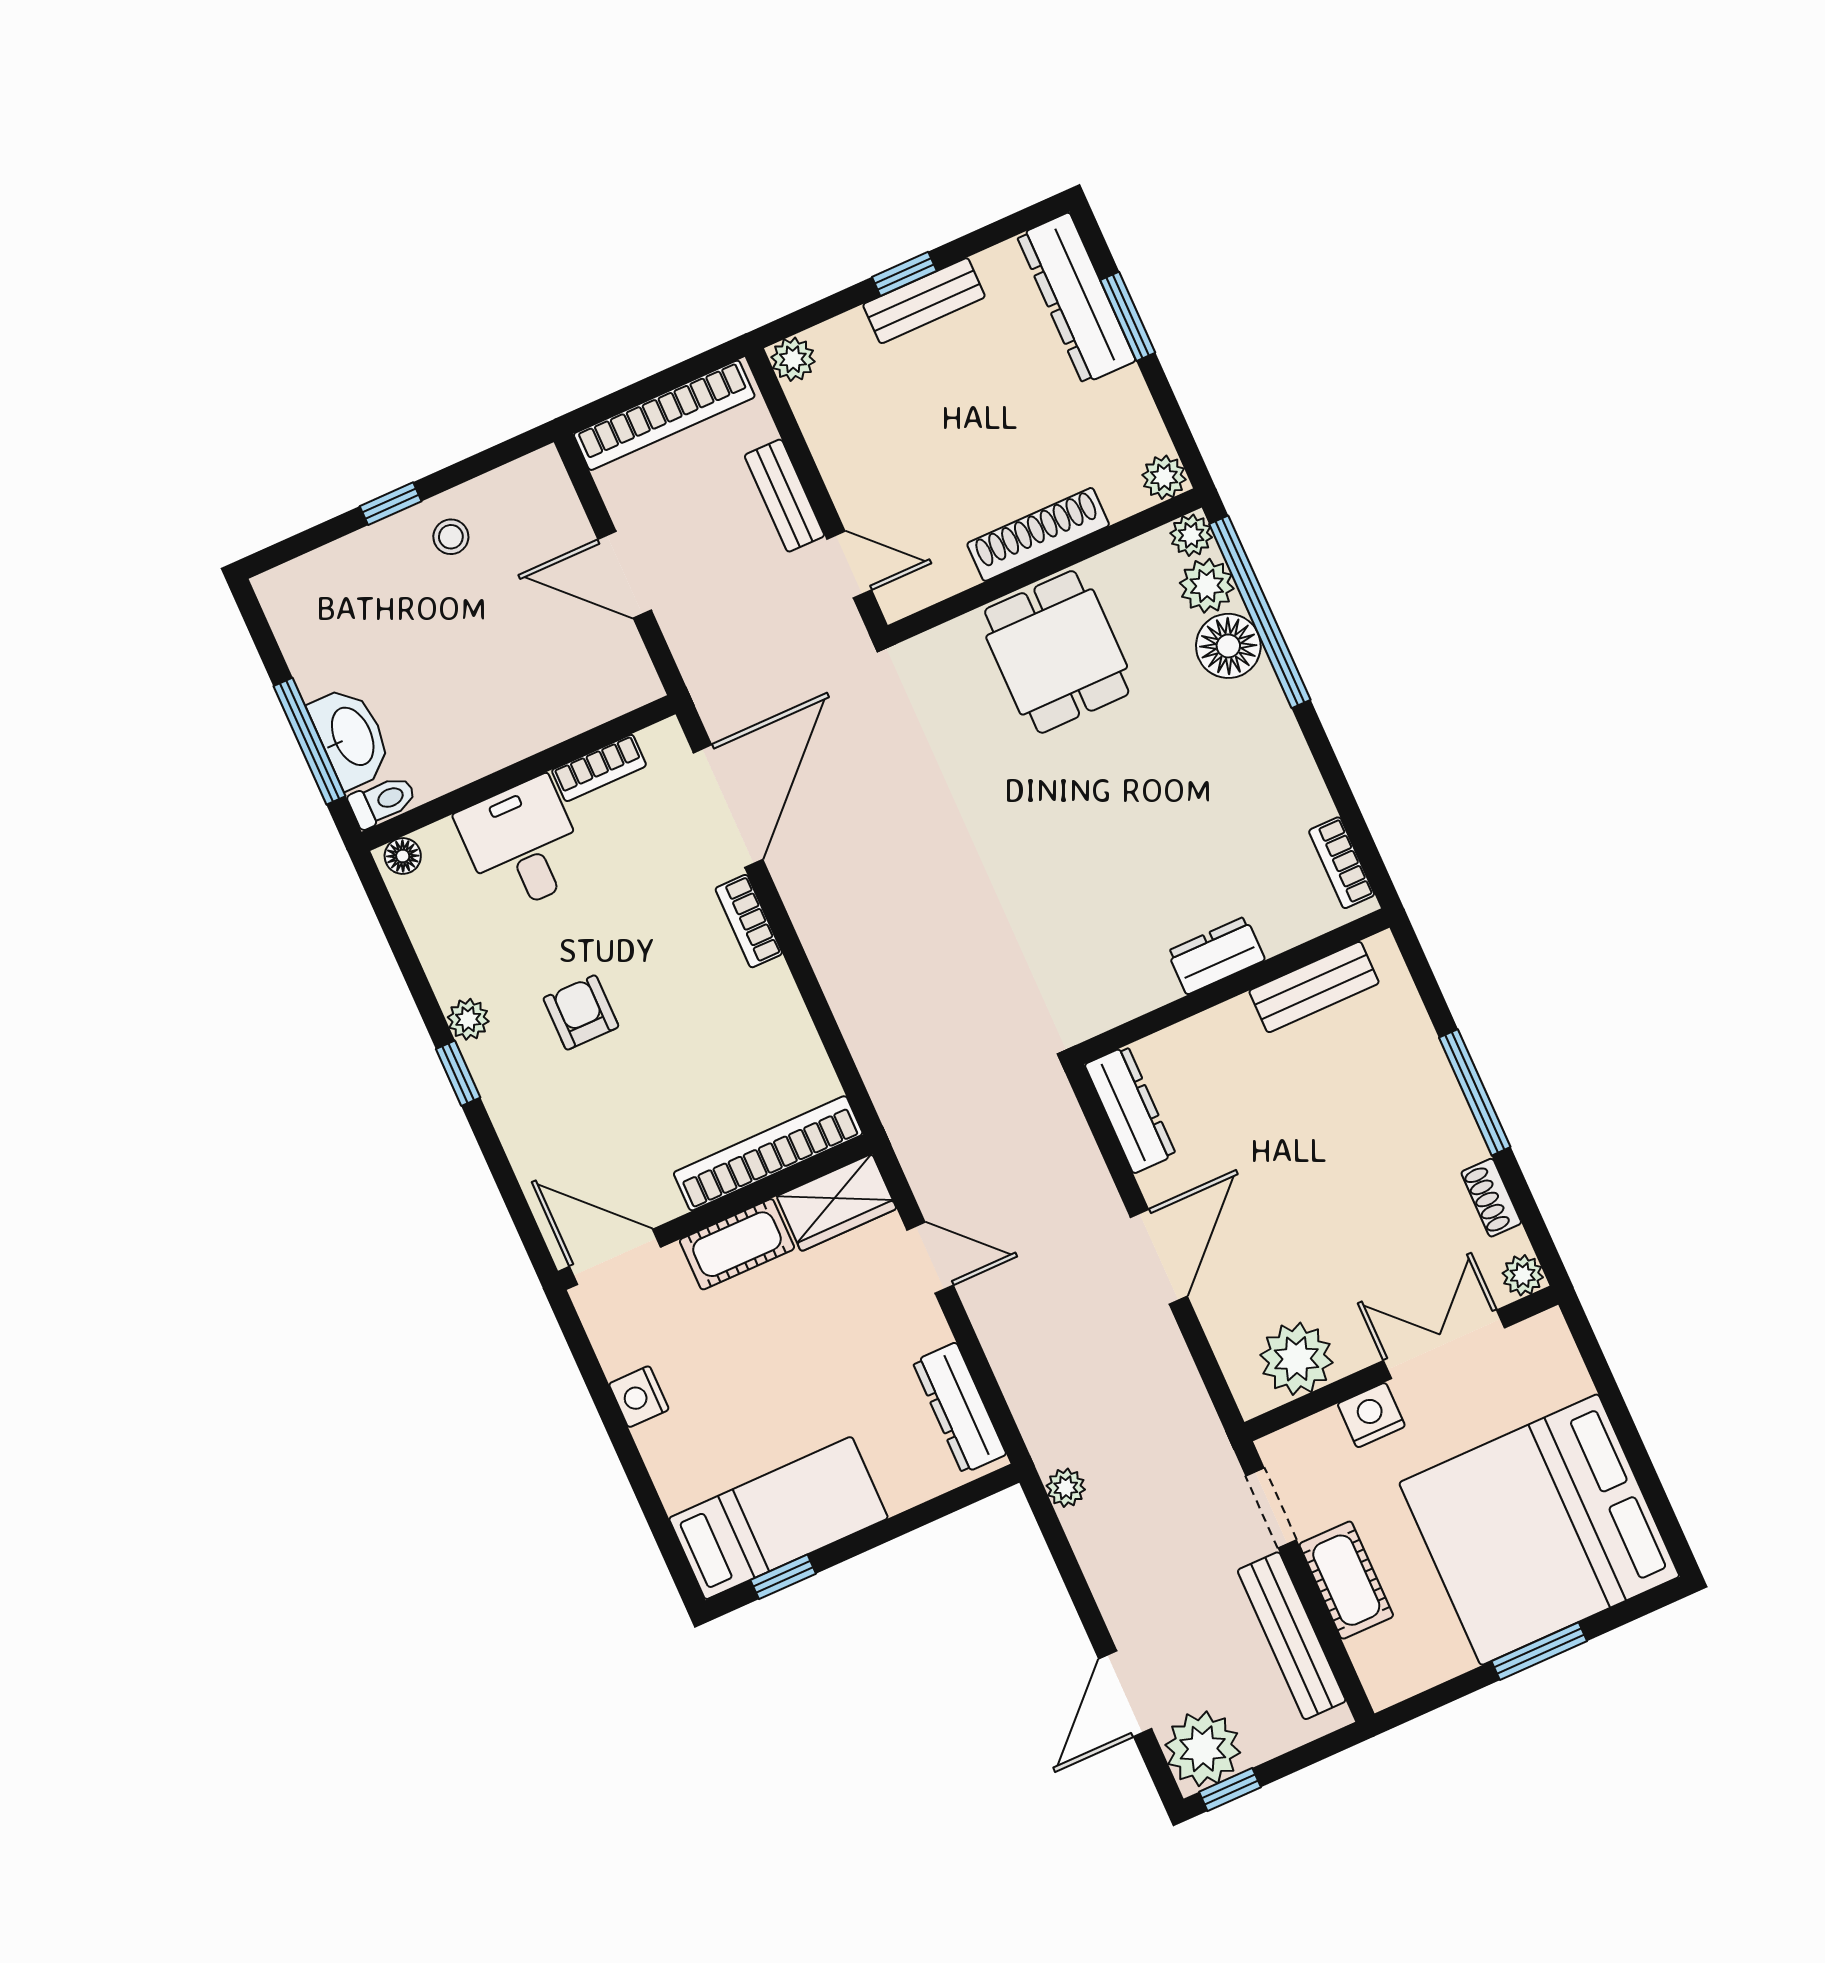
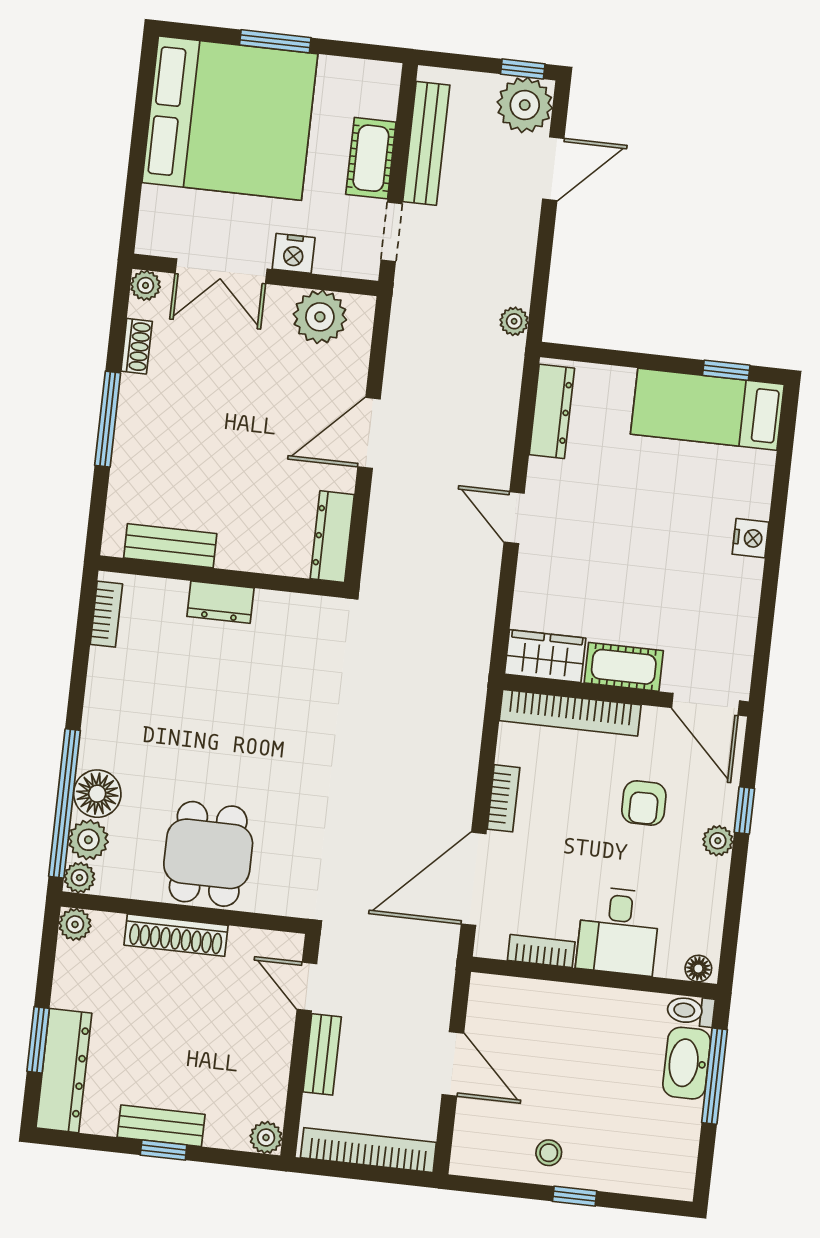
bookcase: (768, 1153) -> (570, 713), moved
wardrobe: (837, 1203) -> (545, 656), moved
wall: (715, 1212) -> (626, 695), moved
cot: (737, 1244) -> (624, 667), moved
door: (615, 1257) -> (706, 704), moved

